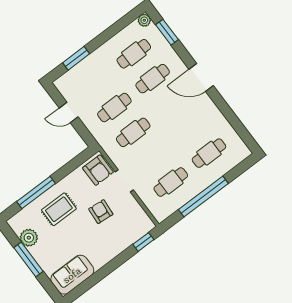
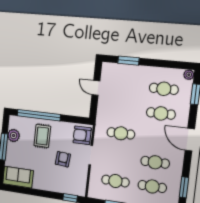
cafe table: (114, 108) -> (155, 162), moved
window: (237, 125) -> (184, 187), added
armchair: (98, 170) -> (82, 135), turned 90
window: (36, 193) -> (39, 115), width x1.46
rug: (59, 209) -> (42, 136), turned 90

